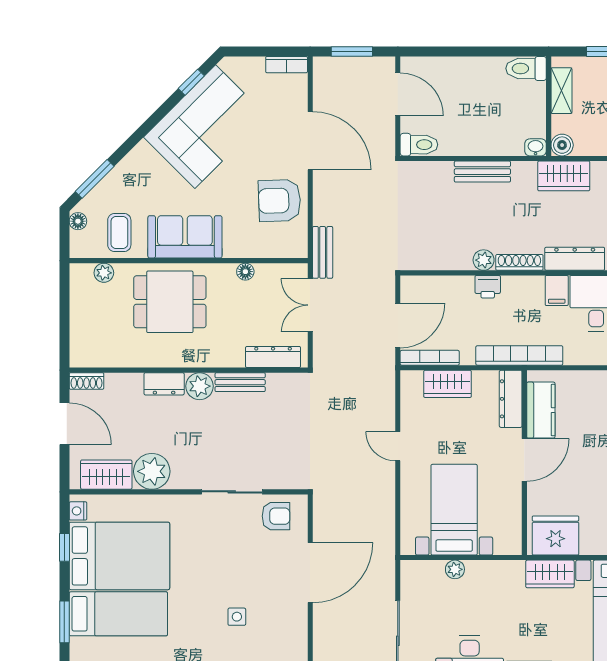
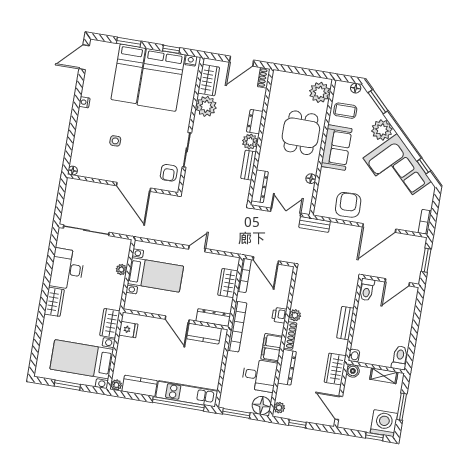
plant: (142, 164) -> (382, 130), added
plant: (104, 273) -> (320, 92), width x1.88, depth x1.88
filing cabinet: (557, 290) -> (272, 348), width x2.00
fridge: (556, 535) -> (128, 330), width x0.53, depth x0.75

